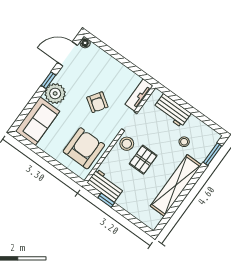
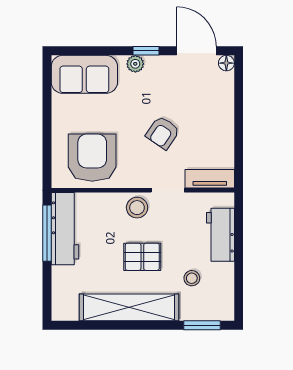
plant: (55, 93) -> (135, 64), width x0.53, depth x0.53
armchair: (84, 148) -> (92, 158), turned -90
pallet: (143, 160) -> (142, 257), moved
workbench: (106, 185) -> (65, 229), width x1.38
window: (106, 200) -> (47, 233), width x2.17

